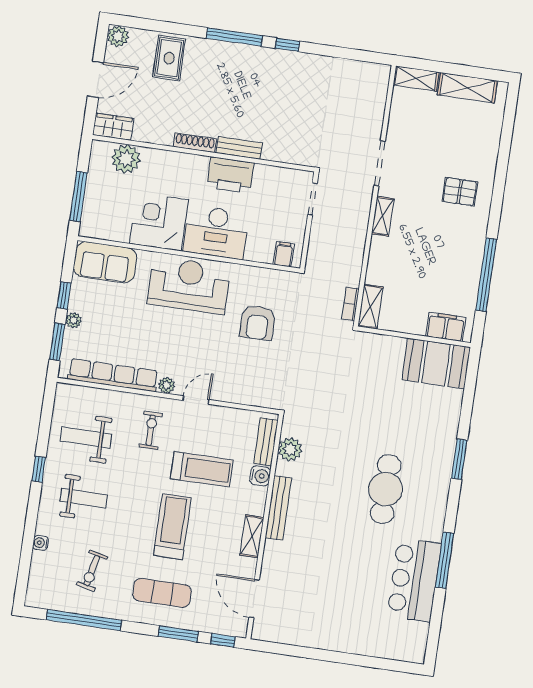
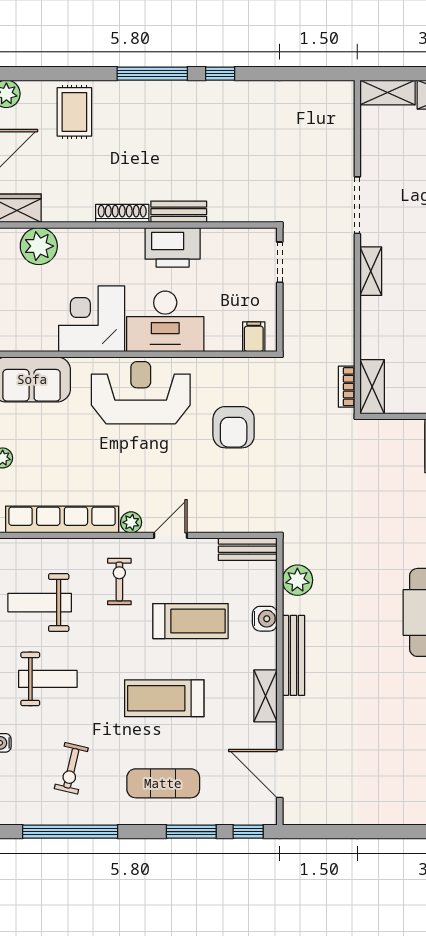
bench: (266, 442) -> (248, 549), moved, turned 90
treadmill: (172, 527) -> (164, 698), turned -90

